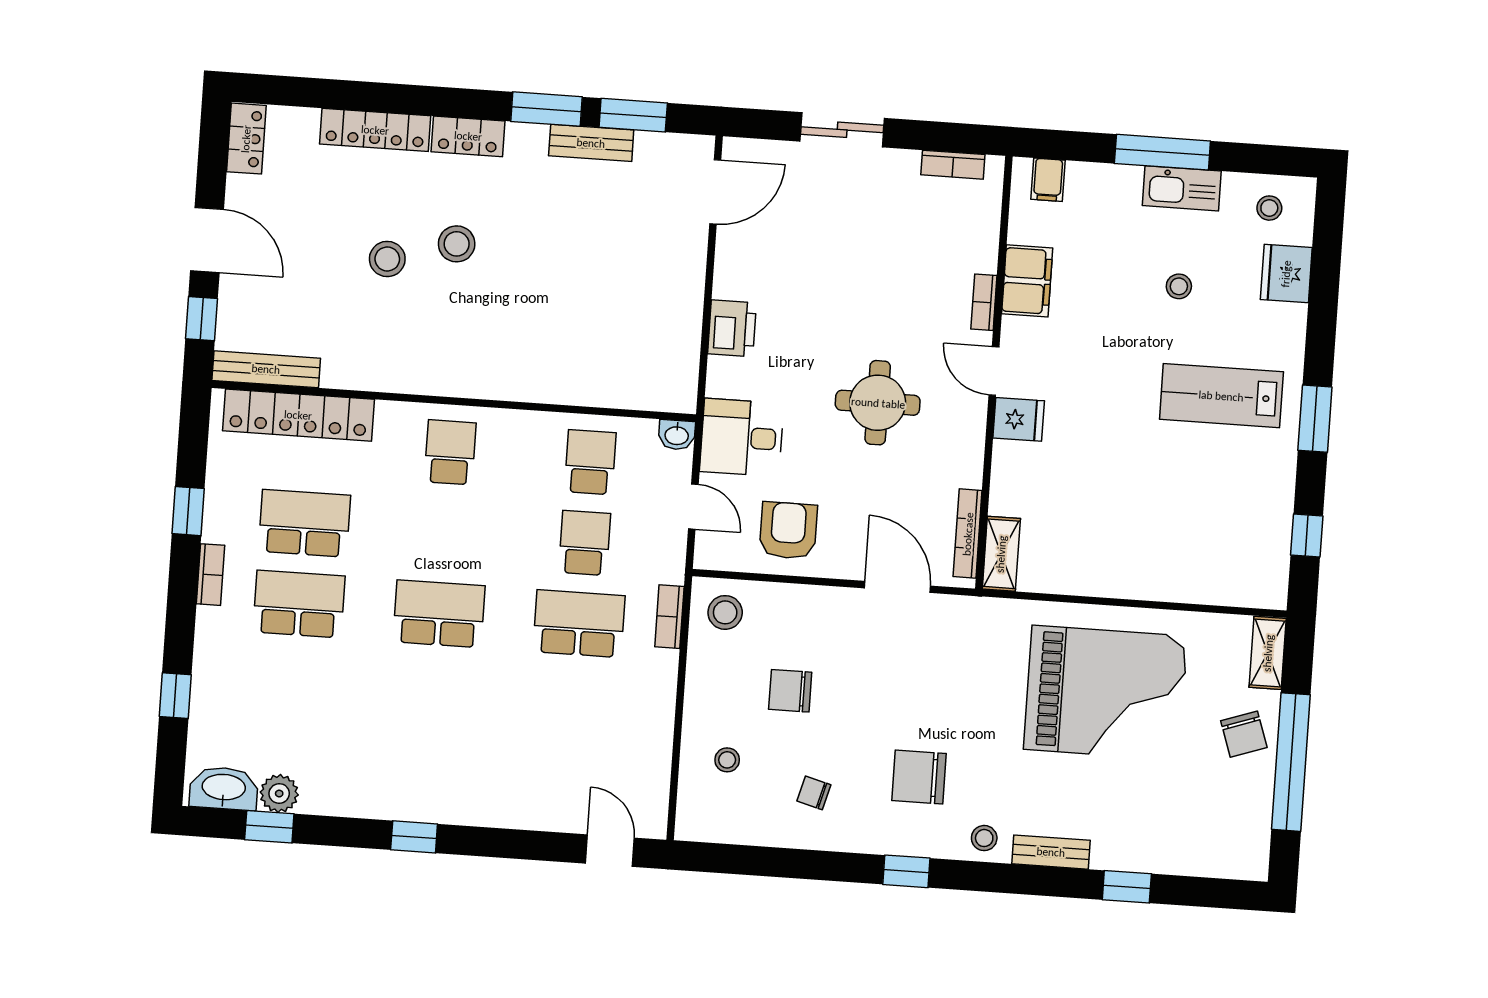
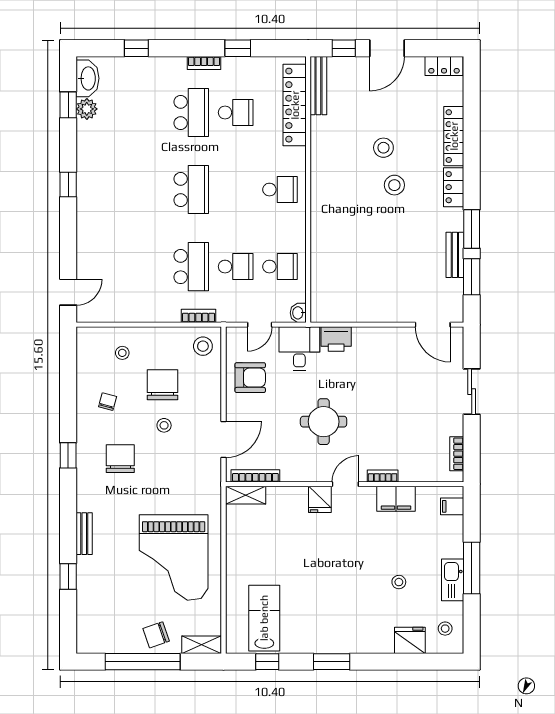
printer: (732, 328) -> (336, 339), moved
lab bench: (1221, 396) -> (264, 618), moved
school desk: (305, 523) -> (236, 112), width x0.54
chair: (790, 691) -> (163, 385), width x1.37, depth x1.37
stool: (984, 838) -> (164, 425), moved

